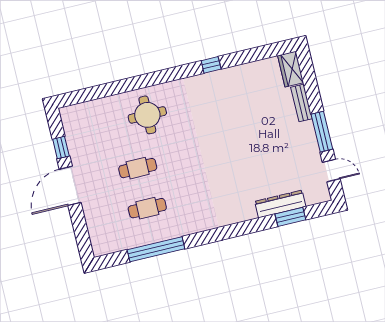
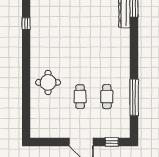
window: (211, 65) -> (26, 24), moved
window: (61, 148) -> (112, 142), moved

